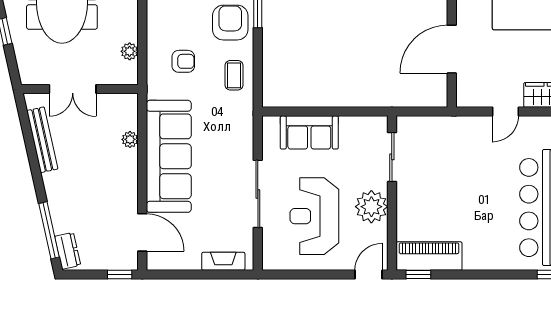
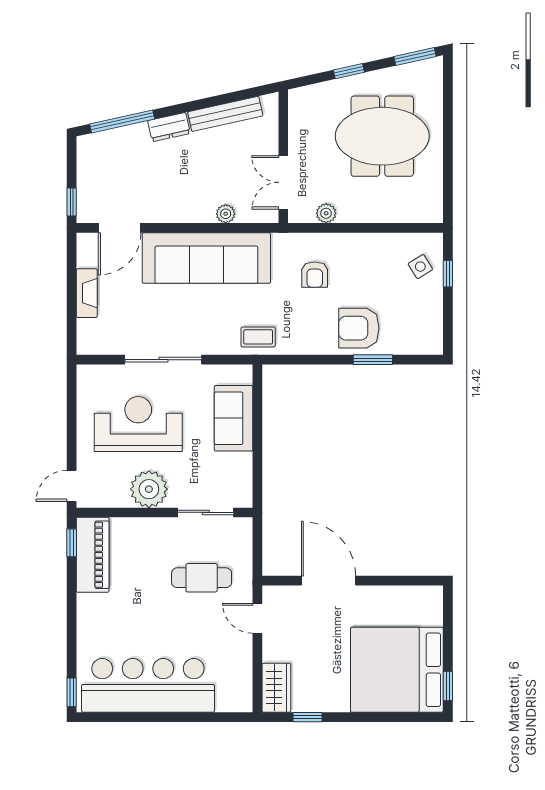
armchair: (230, 23) -> (359, 328), turned 180
coffee table: (234, 75) -> (258, 337), moved
double door: (73, 89) -> (283, 182), moved
door: (505, 112) -> (257, 618), moved
cafe table: (449, 161) -> (202, 578), added
dresser: (68, 251) -> (169, 127), moved
fireplace: (223, 261) -> (87, 293), moved
door: (368, 275) -> (72, 486), swing flipped

